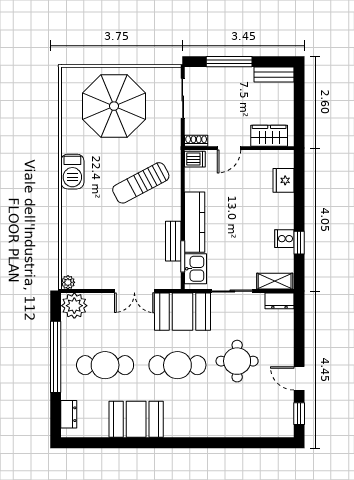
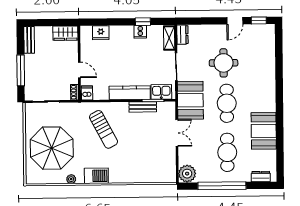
wardrobe: (269, 136) -> (65, 33), moved, turned -90
plant: (68, 282) -> (71, 179), moved

